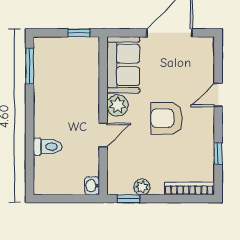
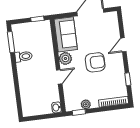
armchair: (167, 118) -> (95, 62), turned 180
toilet: (48, 147) -> (24, 56), moved

